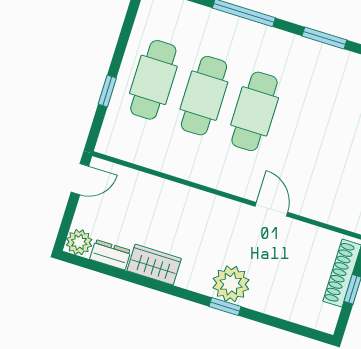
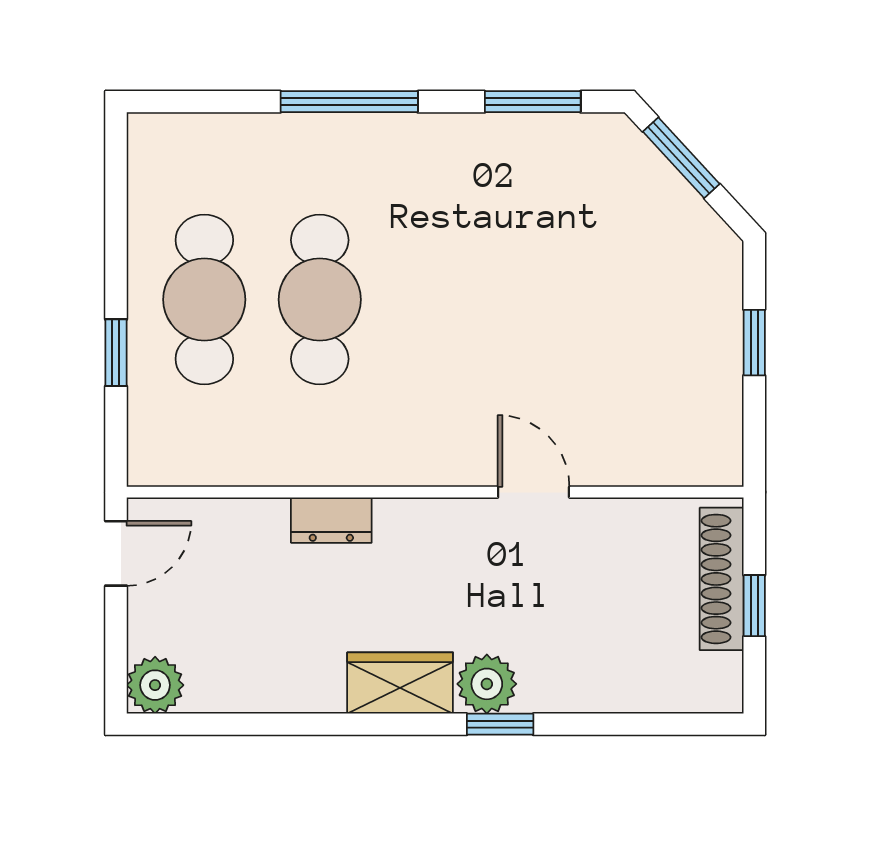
cafe table: (255, 111) -> (435, 300), removed
dresser: (110, 255) -> (331, 520), moved, turned 180
wardrobe: (154, 265) -> (400, 683), moved
plant: (231, 284) -> (487, 684), width x0.73, depth x0.73

